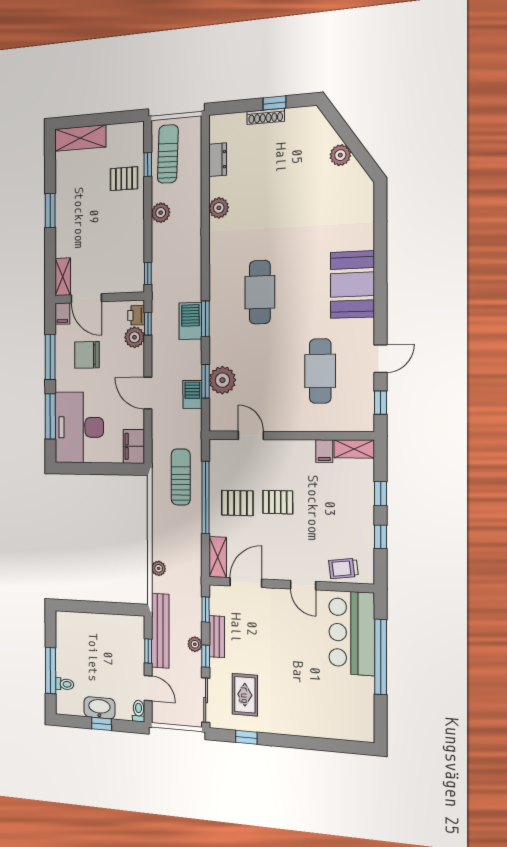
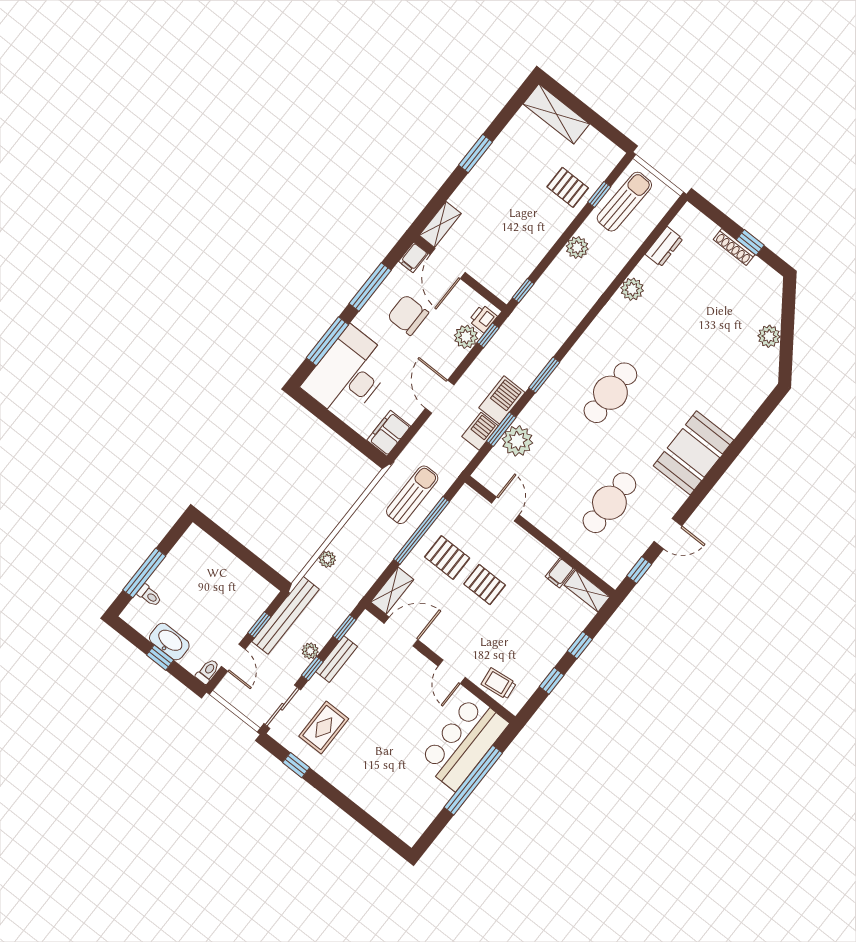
barbecue: (190, 321) -> (502, 400), moved

